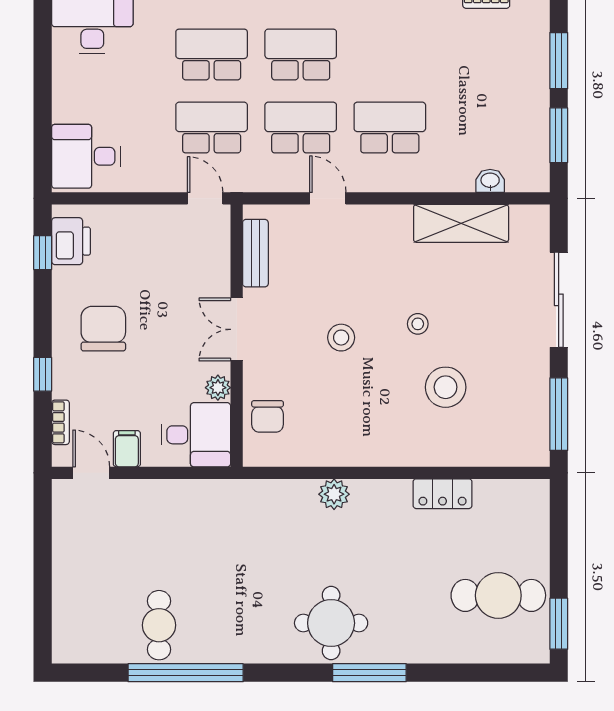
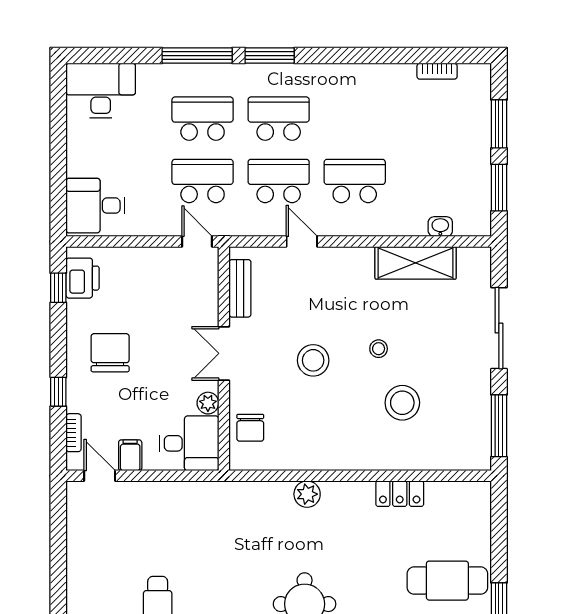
stool: (341, 338) -> (313, 360), width x1.38, depth x1.38

